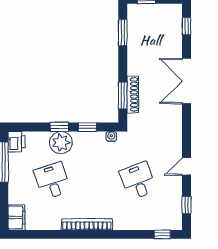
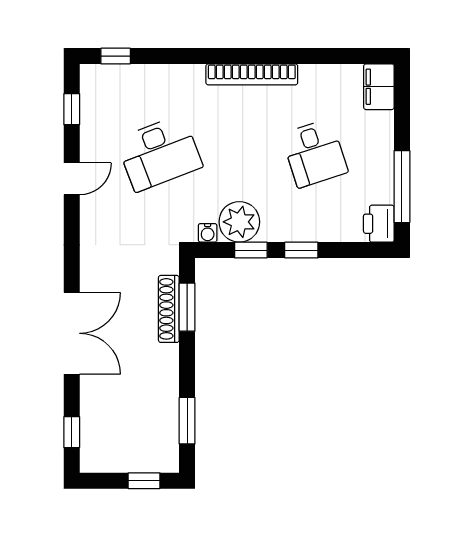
plant: (61, 143) -> (239, 222), moved
desk: (138, 181) -> (159, 153), width x1.37

